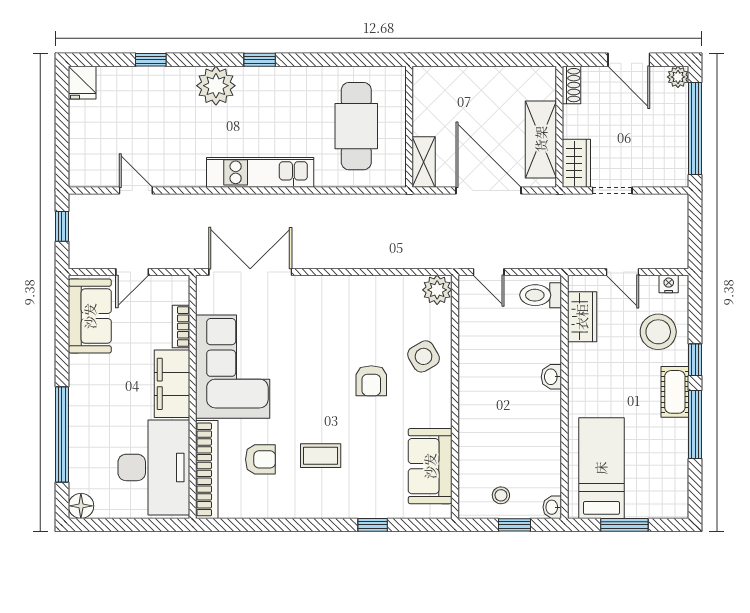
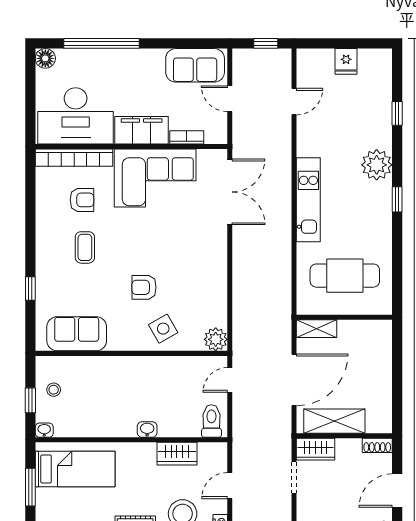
fridge: (82, 83) -> (346, 61), moved, turned -90
wardrobe: (582, 317) -> (177, 454), moved
armchair: (260, 459) -> (82, 200), turned -90

